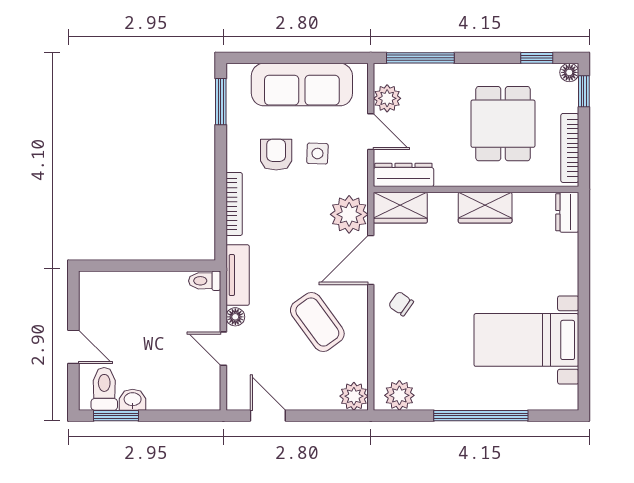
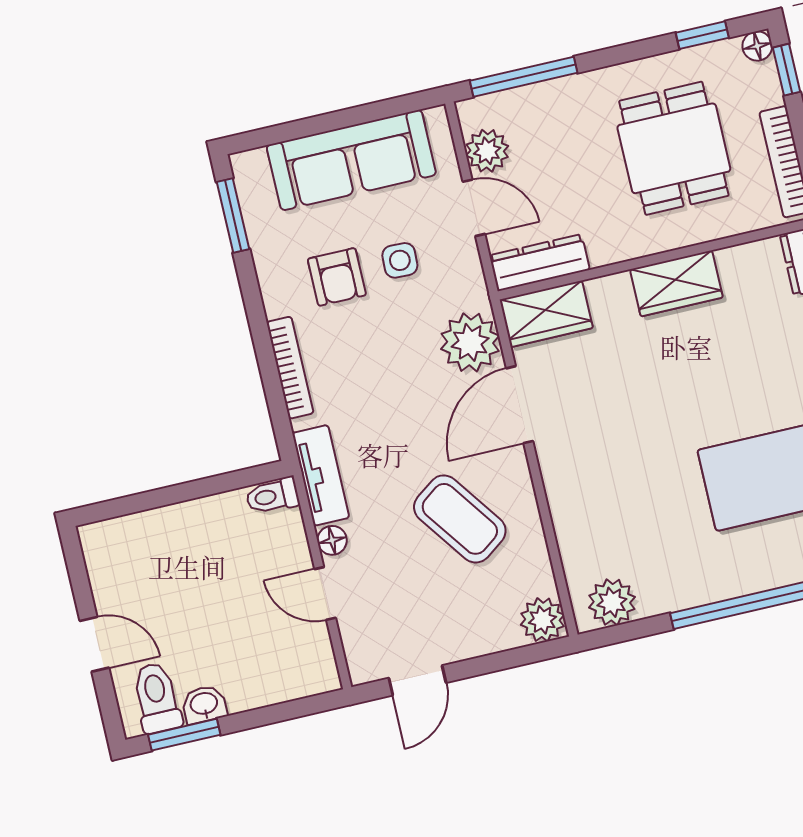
armchair: (276, 155) -> (337, 277), turned 180
chair: (401, 304) -> (582, 461), removed
door: (268, 416) -> (417, 680), swing flipped

